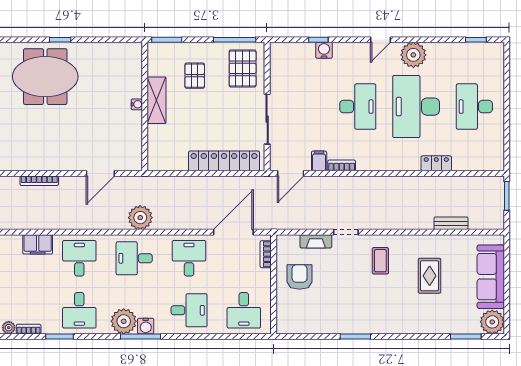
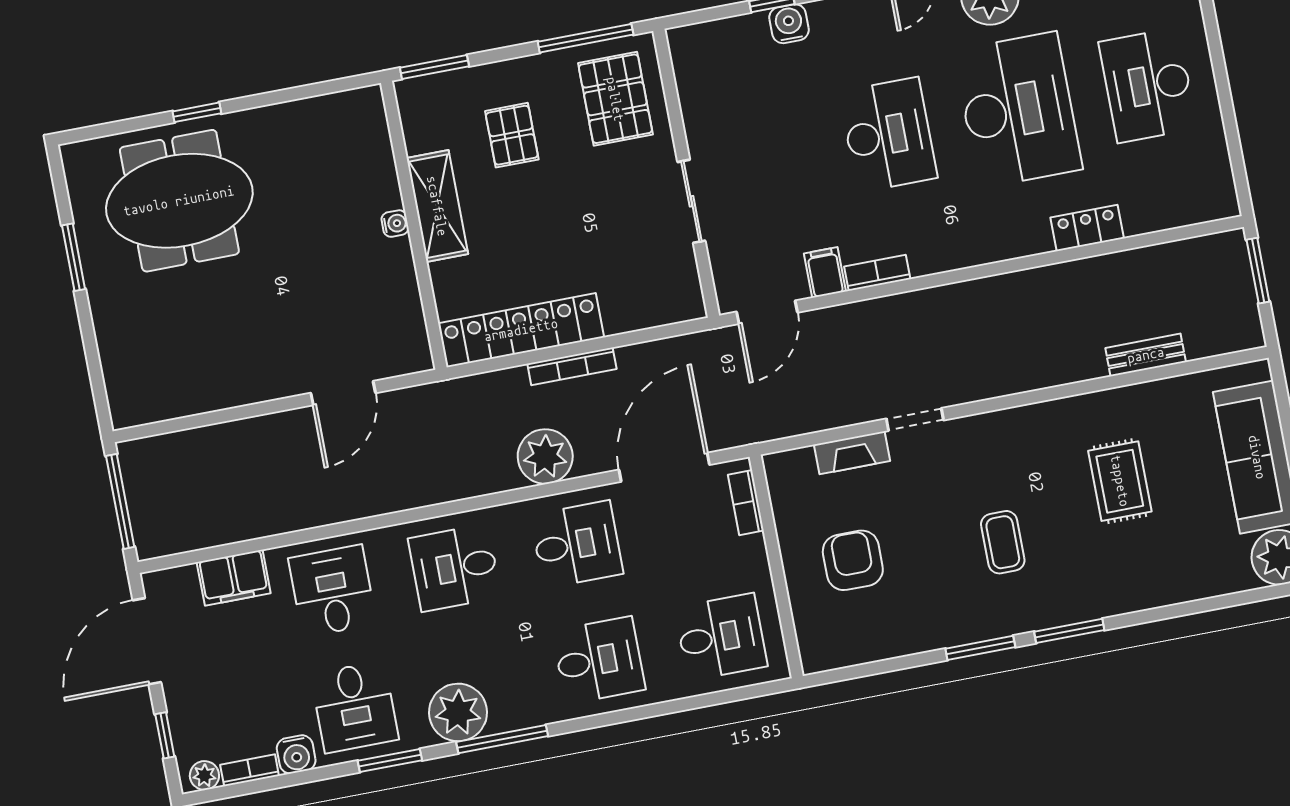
desk: (416, 107) -> (1018, 110), turned 180
sliding door: (267, 119) -> (691, 201), width x0.73
locker: (224, 161) -> (521, 330), moved
bookcase: (39, 181) -> (572, 366), moved
plant: (140, 218) -> (545, 456), moved
desk: (189, 258) -> (577, 544), turned 90
coffee table: (380, 261) -> (1003, 542), moved
armchair: (300, 277) -> (853, 560), moved
desk: (244, 310) -> (721, 637), turned -90
water cooler: (146, 326) -> (296, 754), moved
window: (59, 336) -> (390, 761), moved
window: (466, 336) -> (1069, 631), moved

